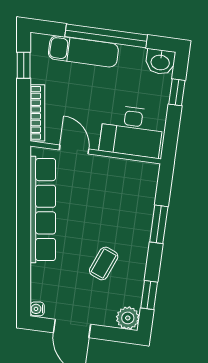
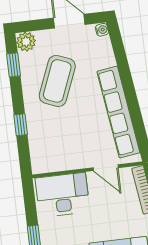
window: (159, 224) -> (21, 125), width x0.67
coffee table: (104, 264) -> (57, 81), width x1.86, depth x1.72

